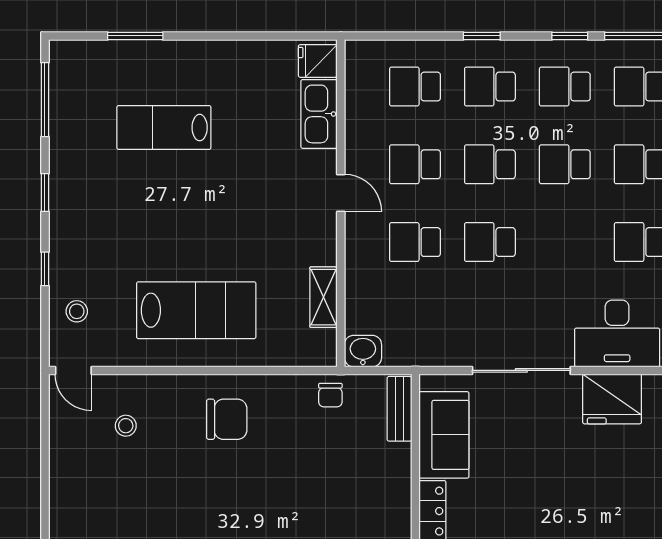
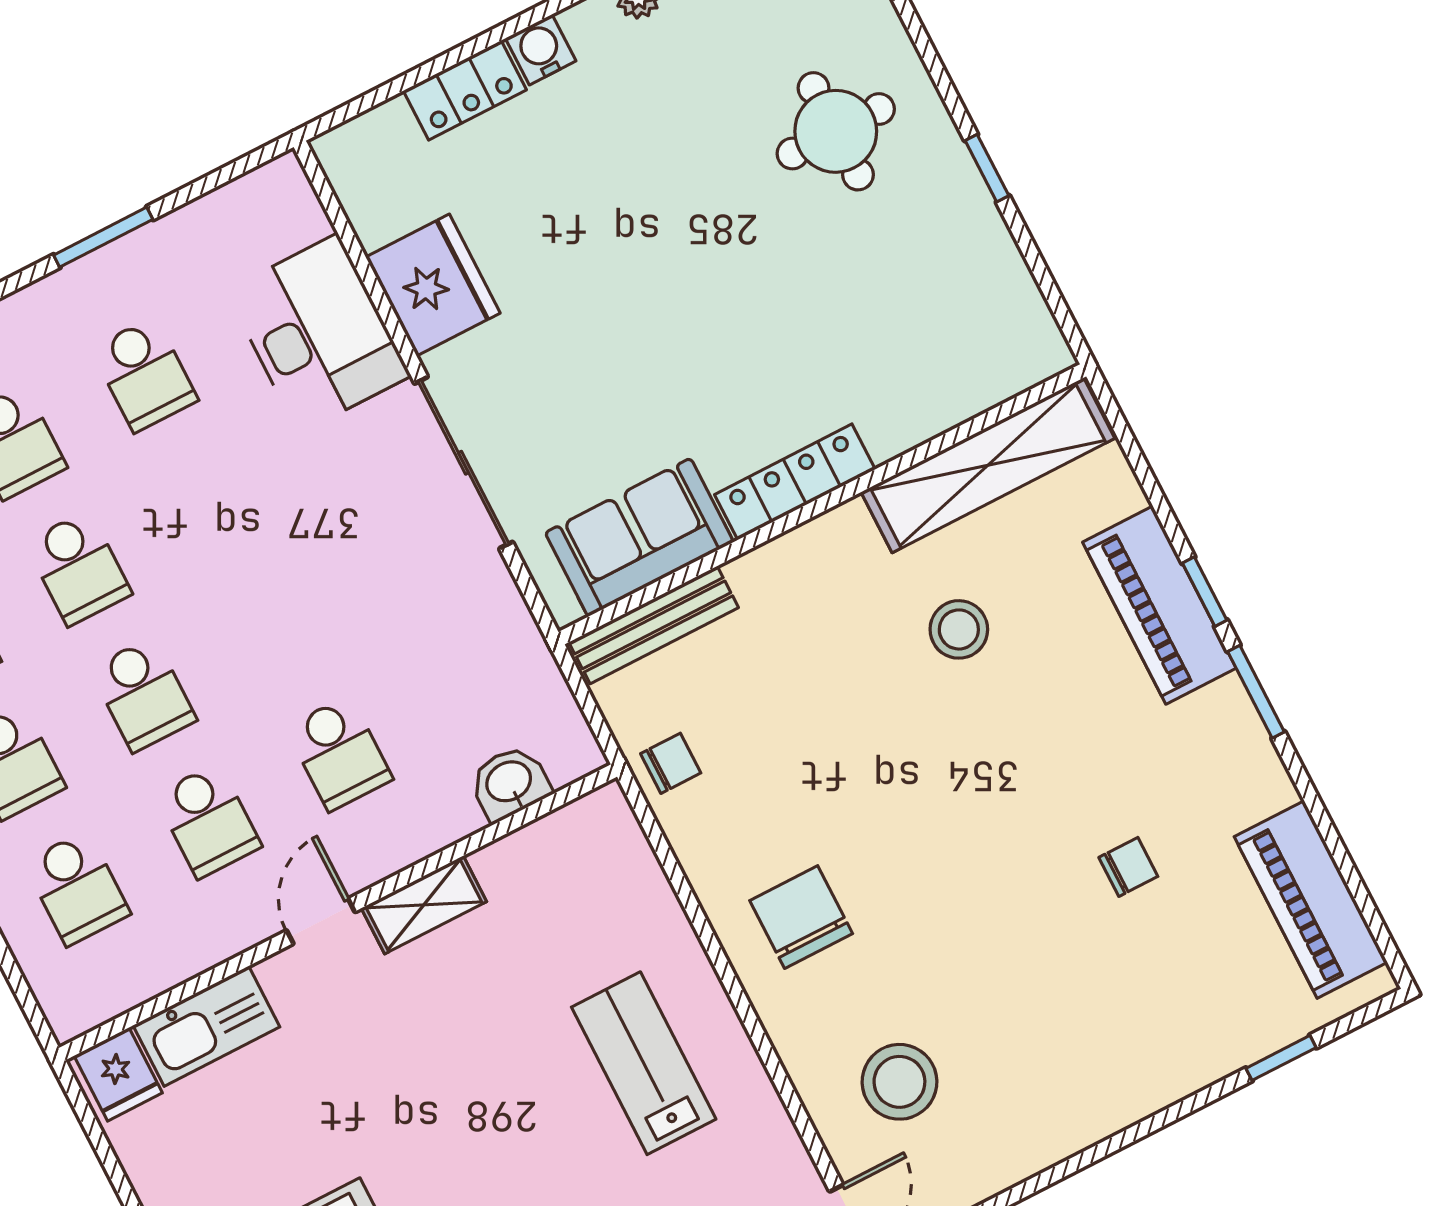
school desk: (490, 242) -> (274, 627), removed
shelving: (323, 297) -> (424, 905), moved
lab bench: (196, 310) -> (644, 1063), width x0.73, depth x0.72
washbasin: (363, 351) -> (509, 783), moved, turned 90
bench: (399, 409) -> (654, 625), width x1.36
stool: (126, 426) -> (899, 1082), width x1.89, depth x1.89

